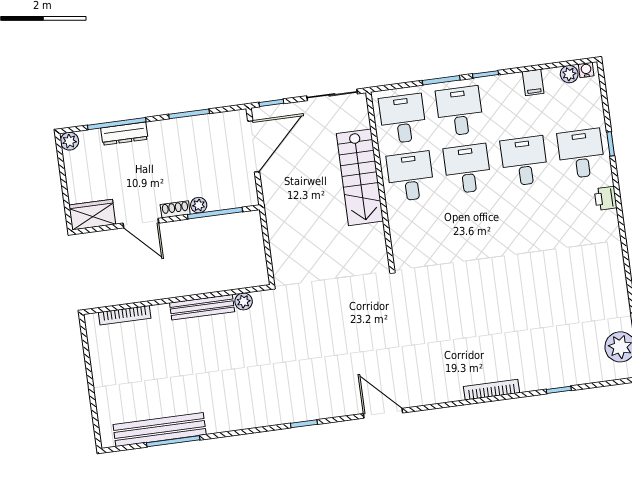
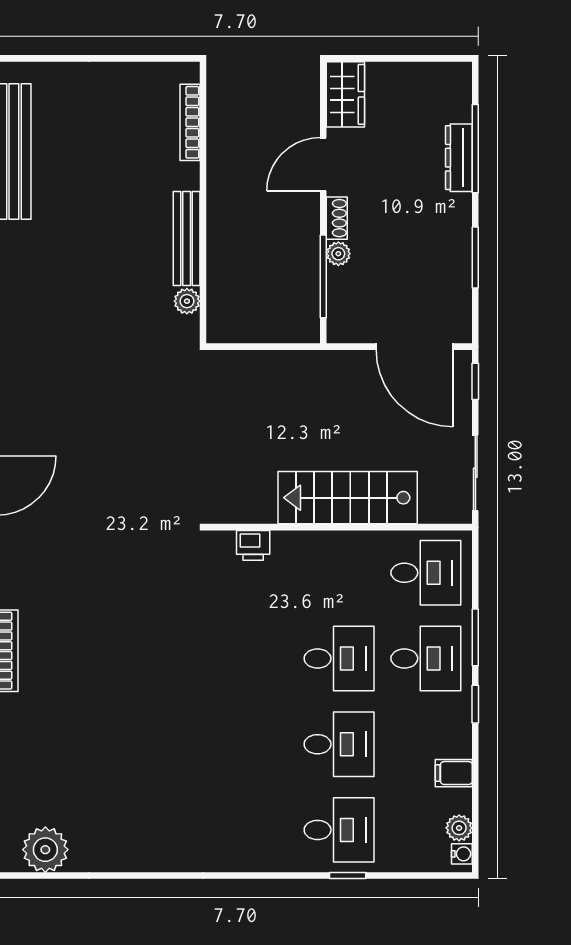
plant: (69, 141) -> (459, 75), removed
desk: (410, 176) -> (339, 573), removed
printer: (606, 198) -> (253, 545), moved, turned 180

